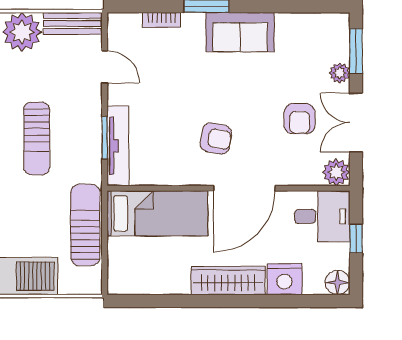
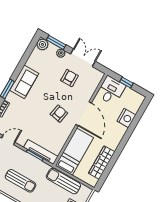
armchair: (300, 119) -> (69, 78), turned -90
double door: (356, 123) -> (83, 58), swing flipped
plant: (336, 172) -> (42, 44), moved
wardrobe: (228, 280) -> (102, 162), moved
floor lamp: (337, 282) -> (139, 99), removed

